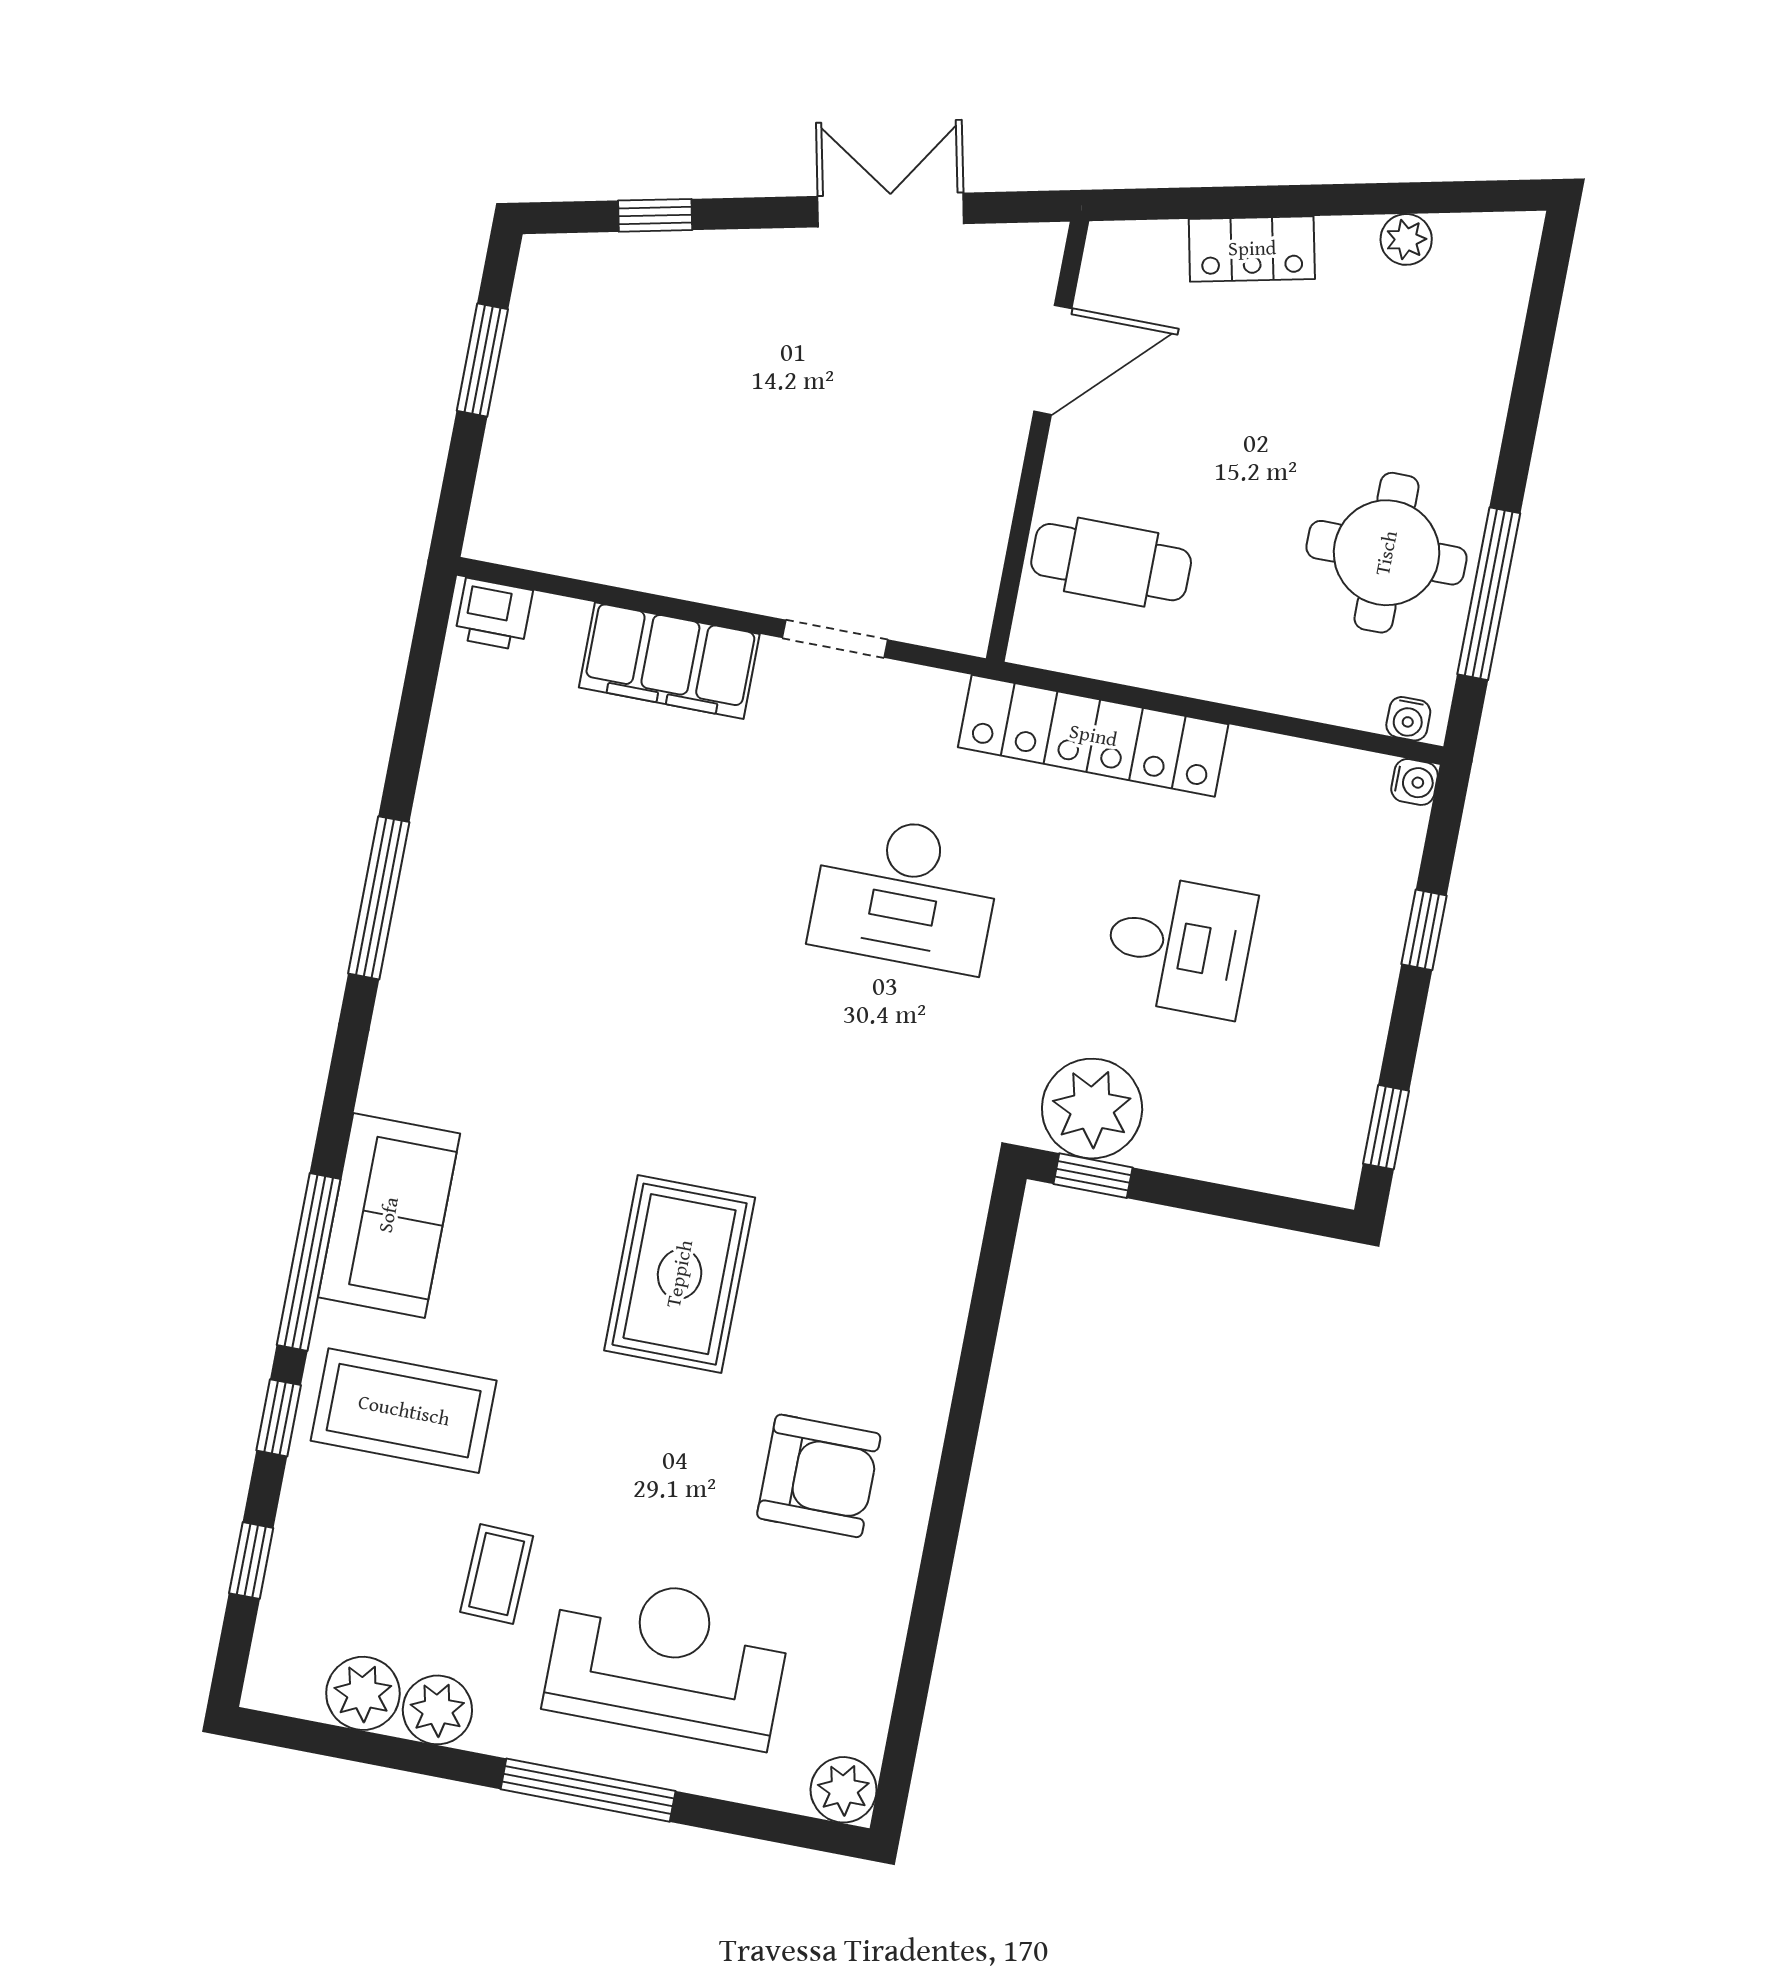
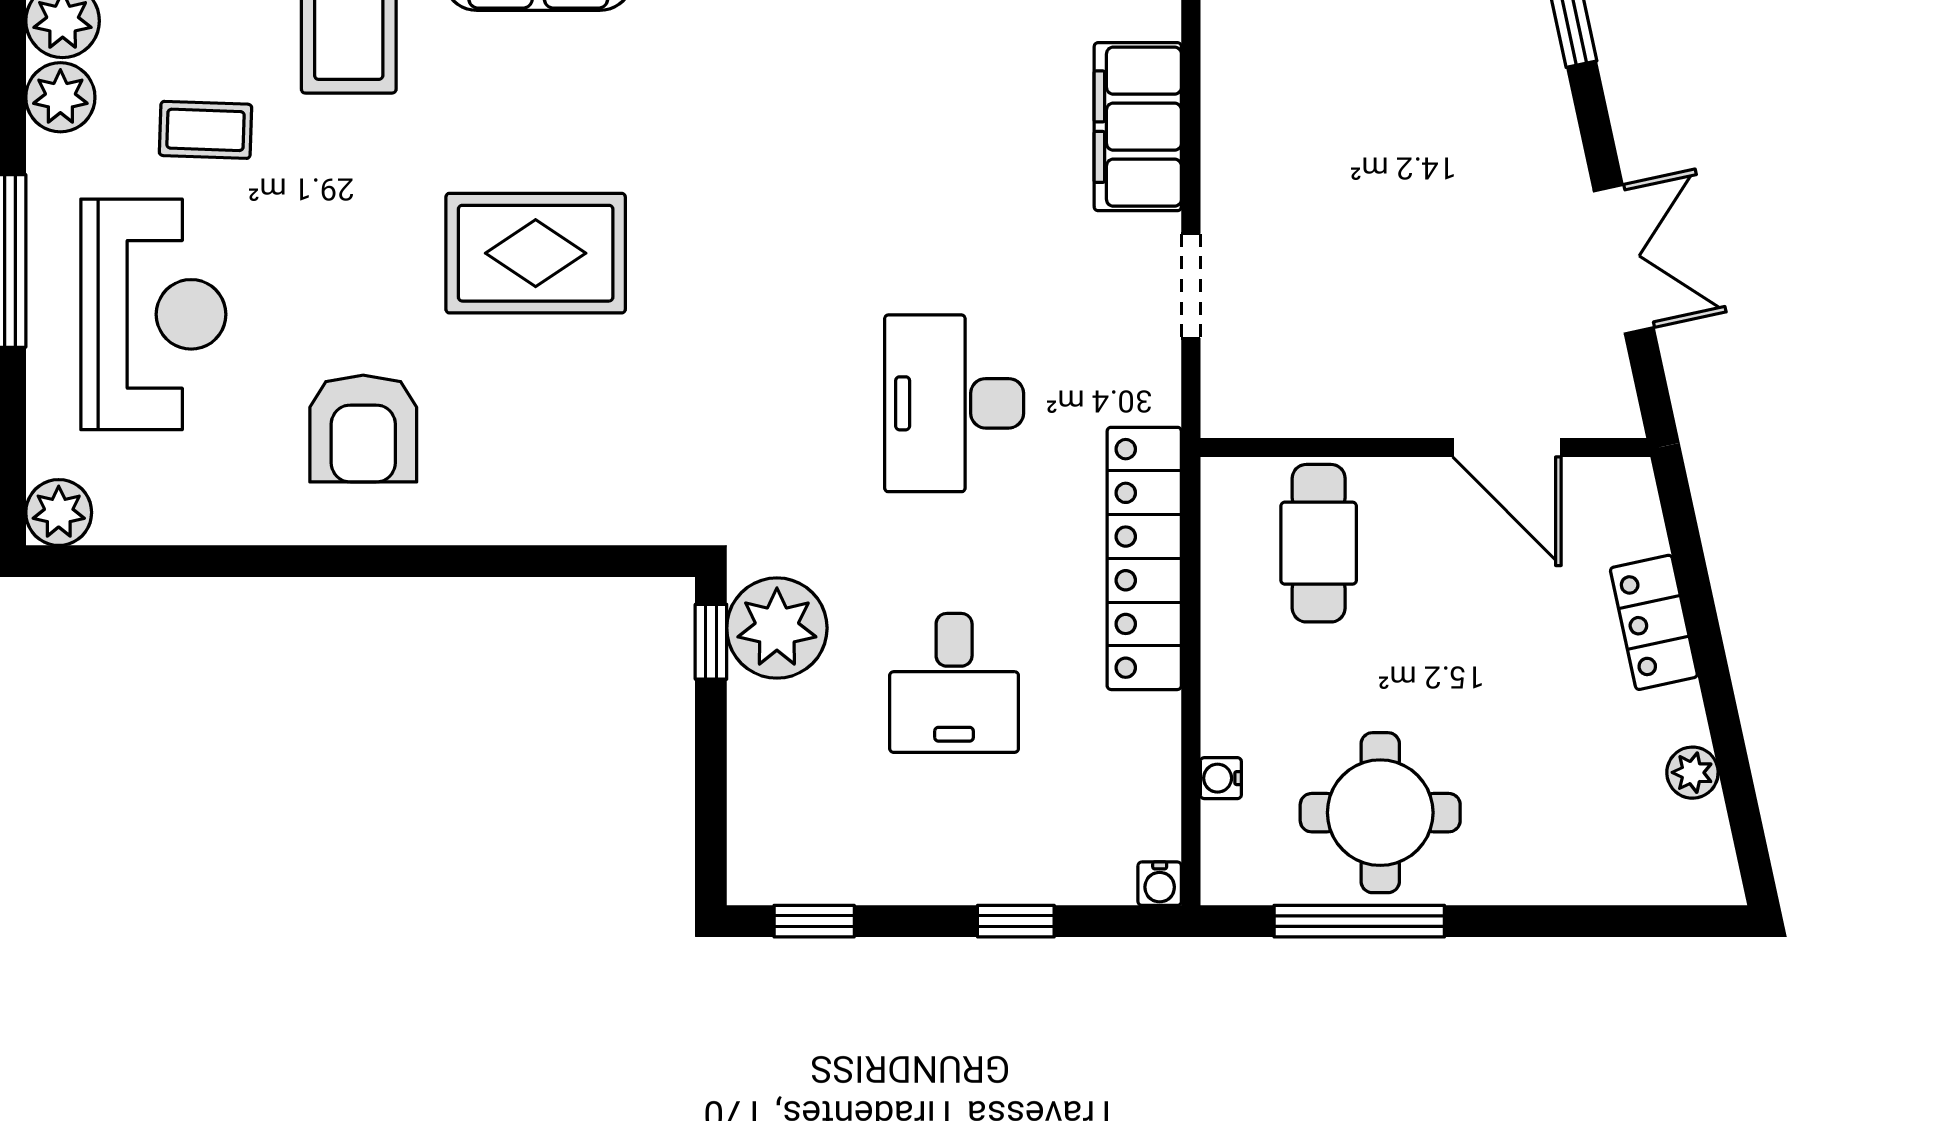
water cooler: (1408, 719) -> (1221, 778), moved

